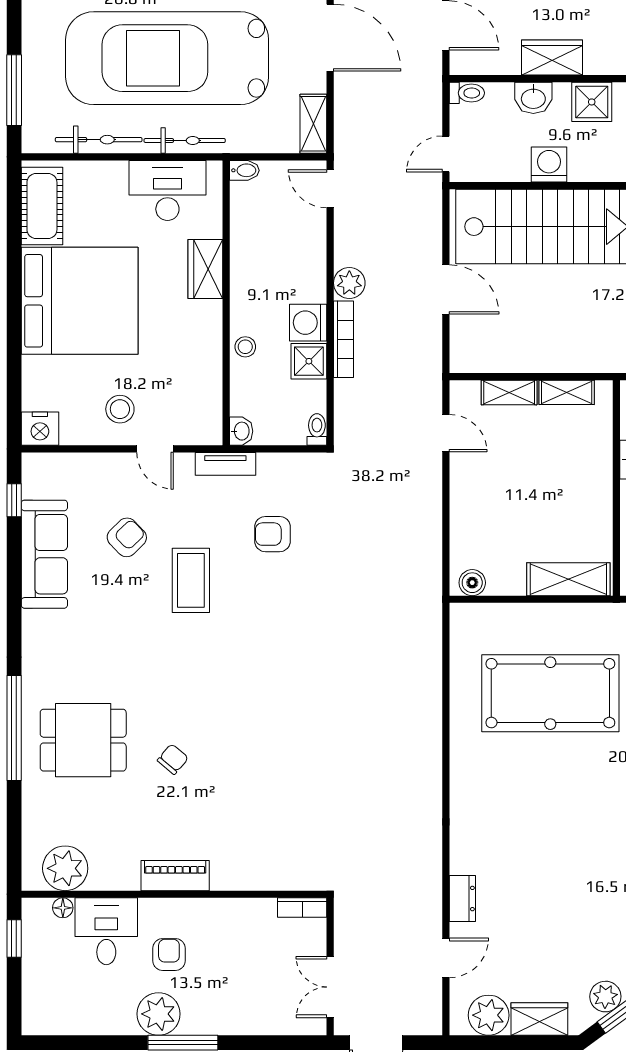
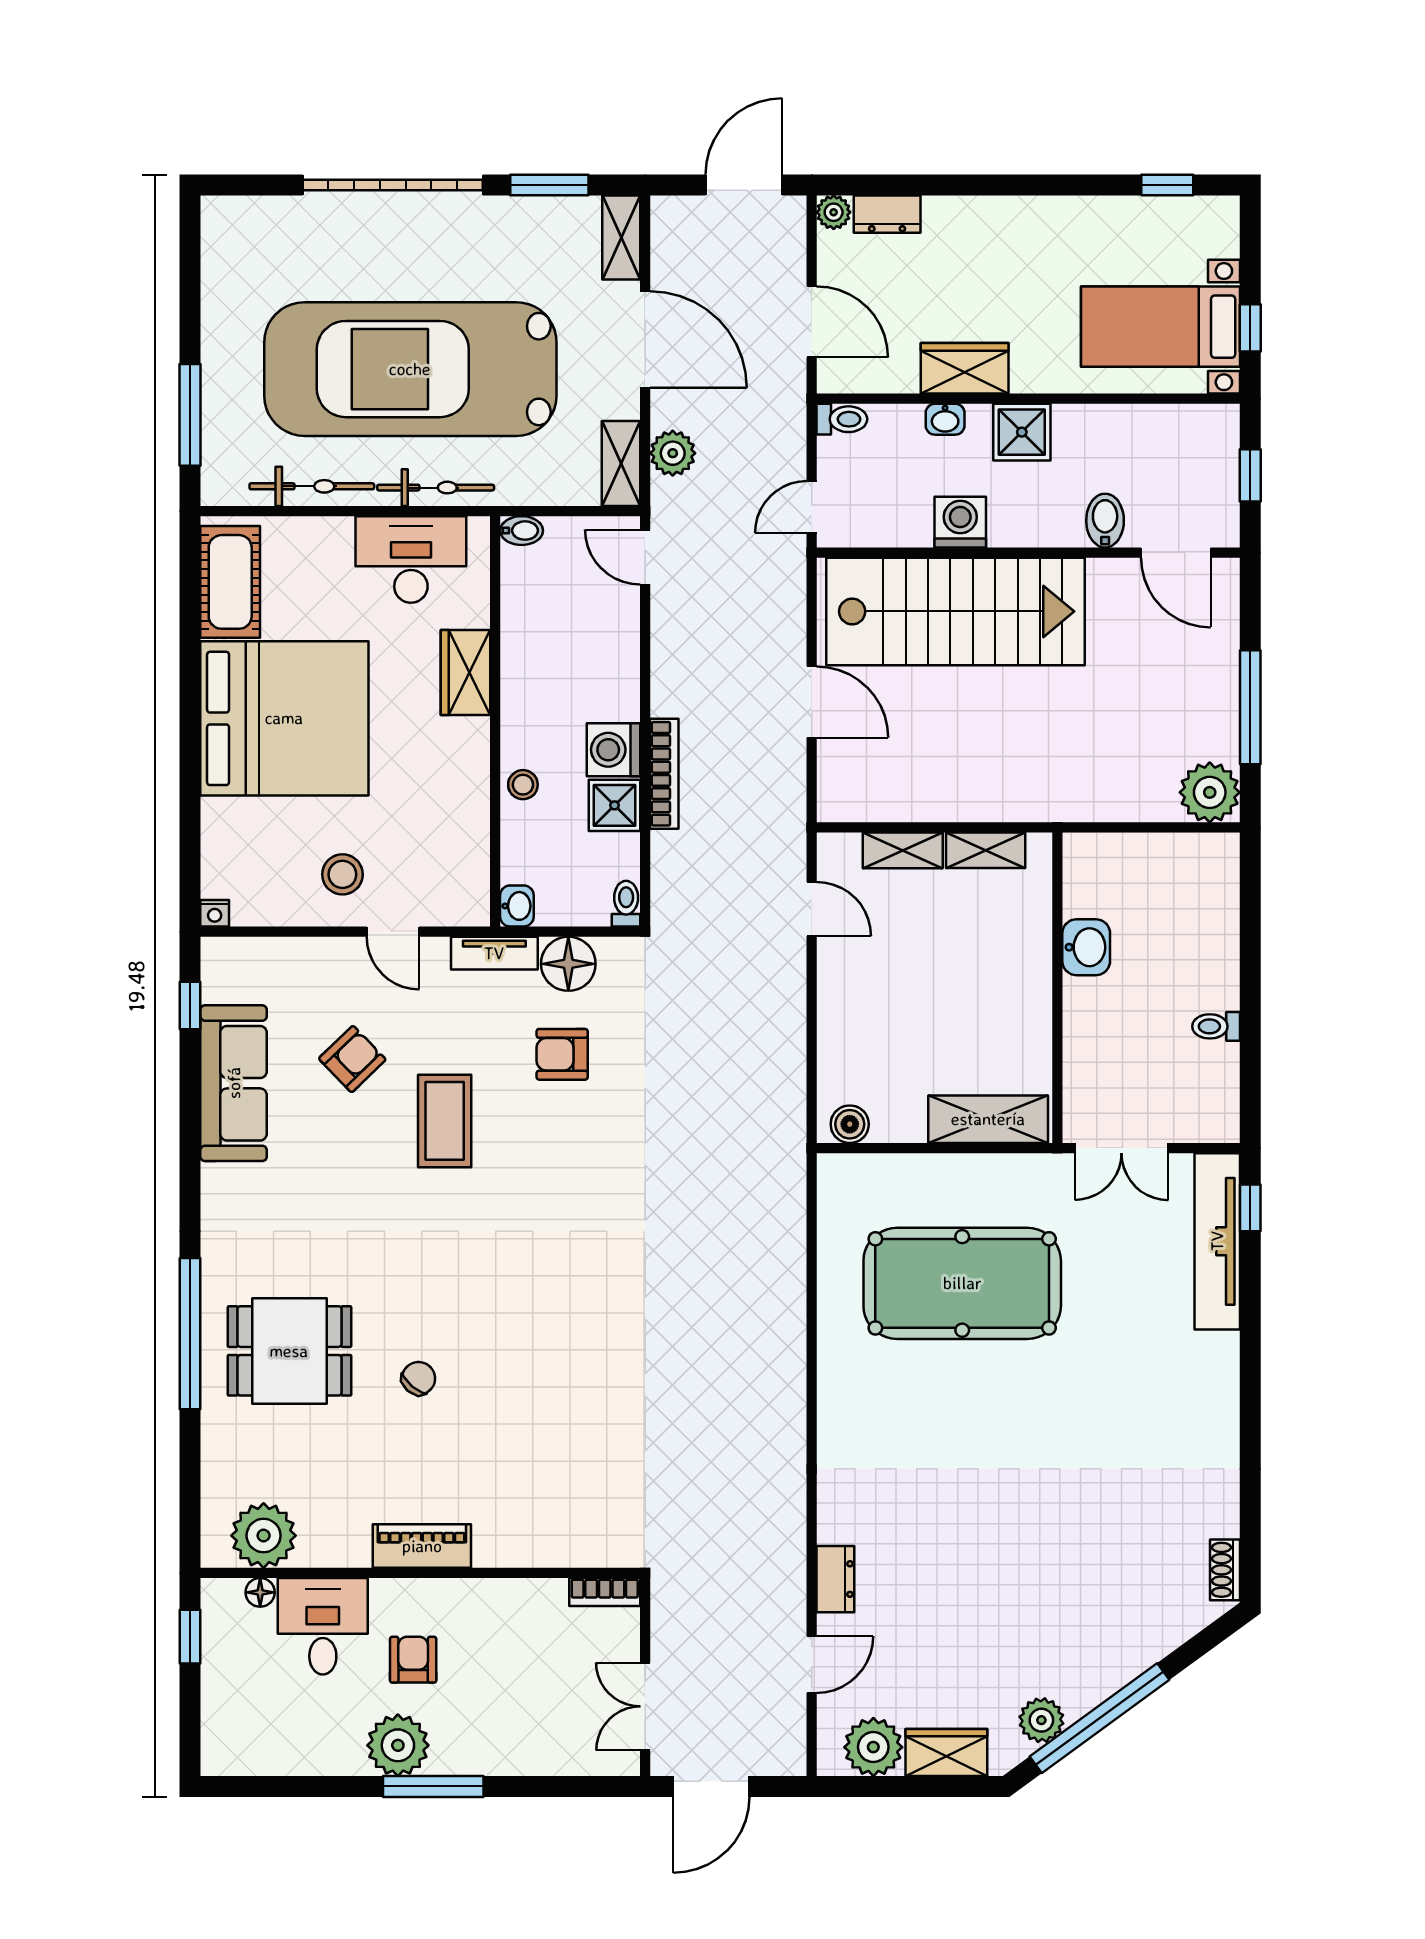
washbasin: (533, 98) -> (945, 419), width x0.72, depth x0.69
plant: (349, 283) -> (673, 453), moved
nightstand: (40, 429) -> (215, 913), width x0.53, depth x0.56
floor lamp: (277, 471) -> (568, 964), added

